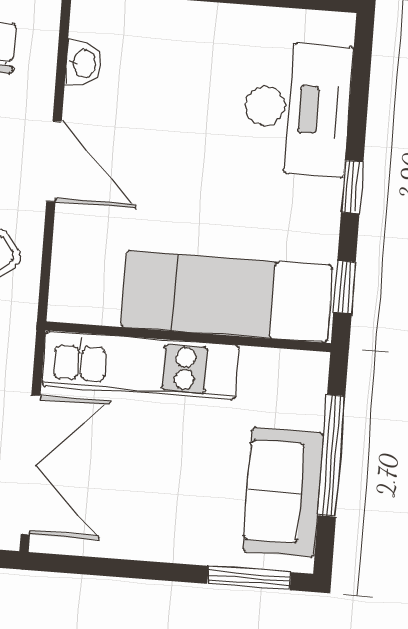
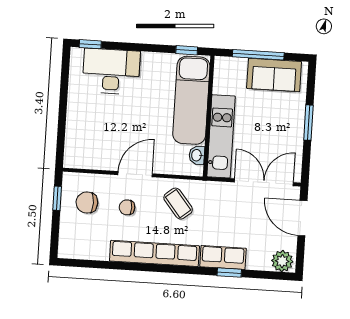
washbasin: (84, 63) -> (197, 155), moved, turned -90
window: (352, 187) -> (90, 44), moved
window: (249, 578) -> (308, 123), moved

